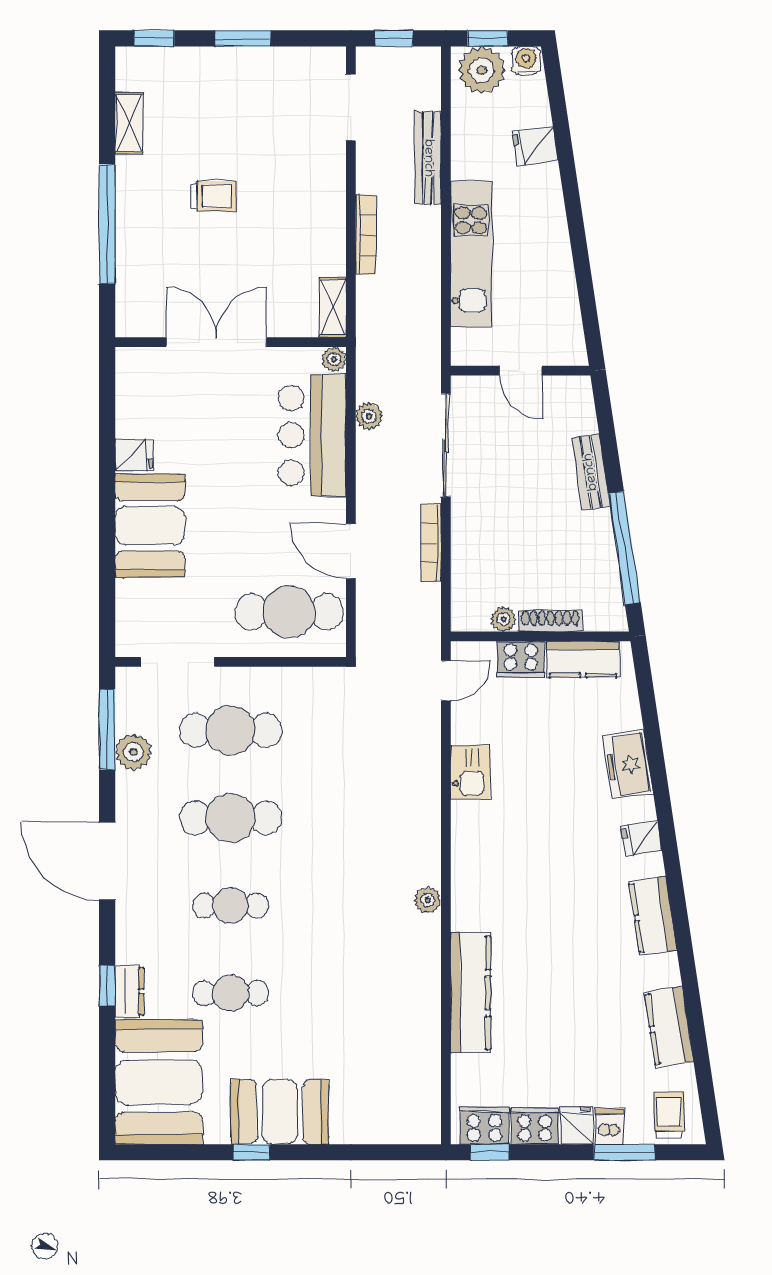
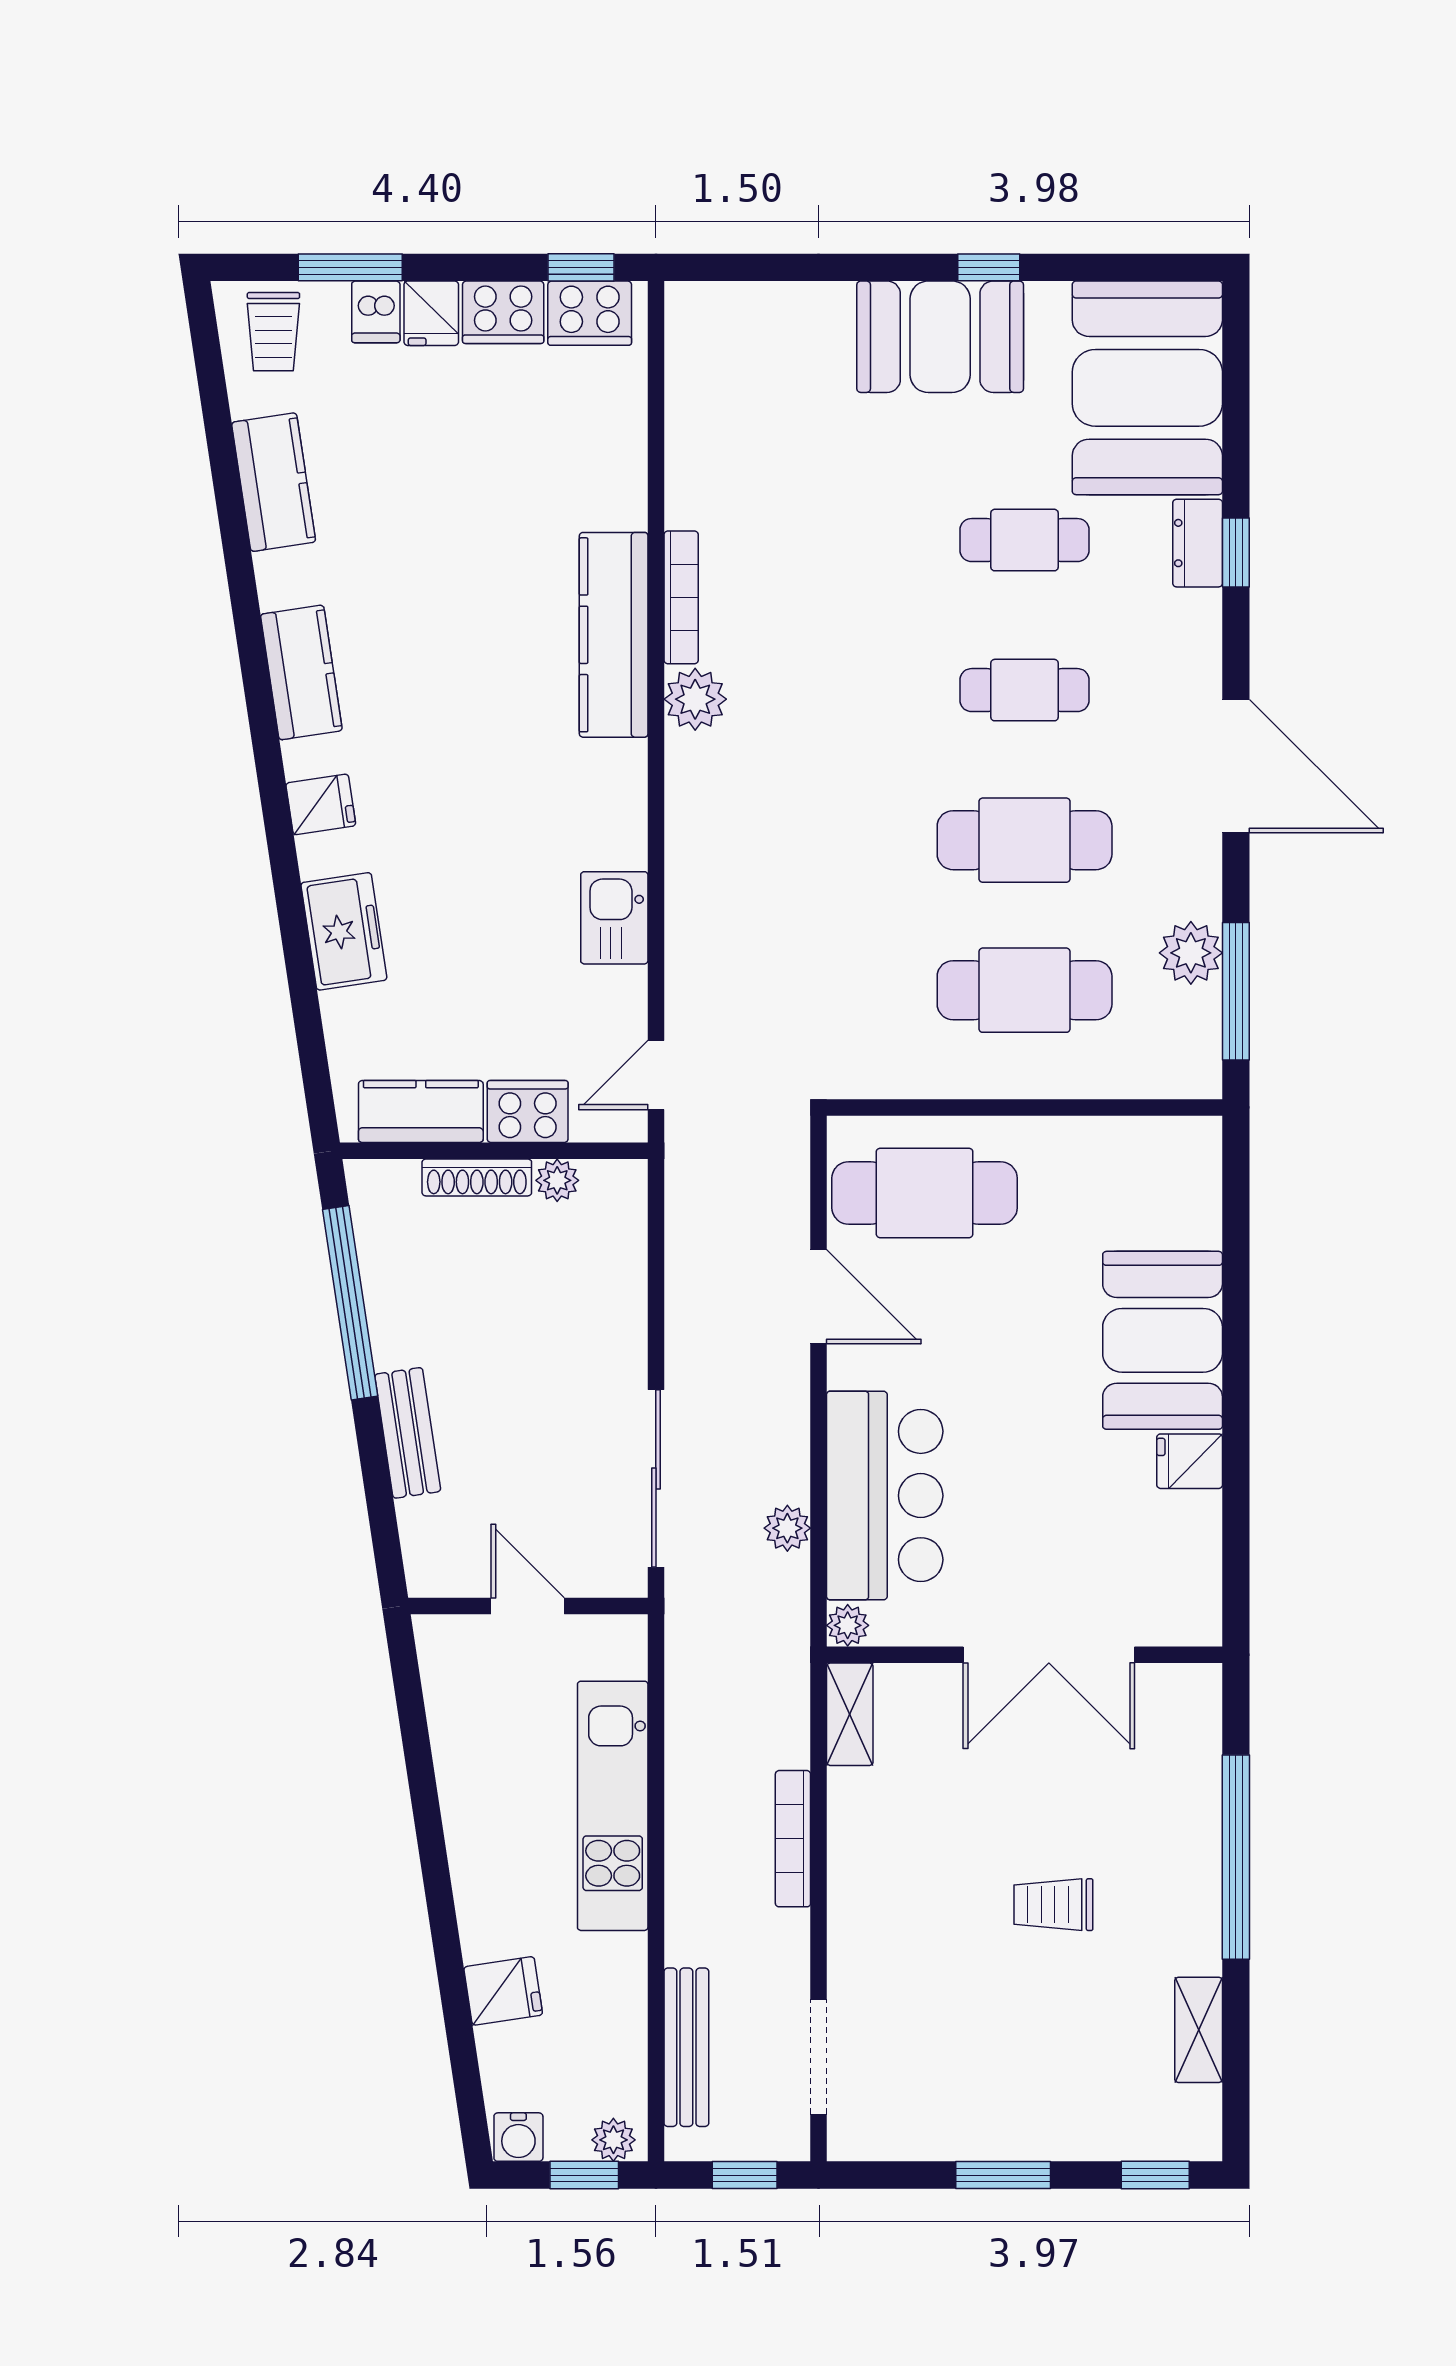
plant: (482, 70) -> (613, 2140), width x0.53, depth x0.53
bench: (428, 158) -> (686, 2047), moved
bookcase: (431, 543) -> (681, 597), moved
doorway: (177, 662) -> (1115, 1107), removed
plant: (428, 900) -> (695, 699), width x1.38, depth x1.38
kitchen counter: (470, 993) -> (614, 635), moved

